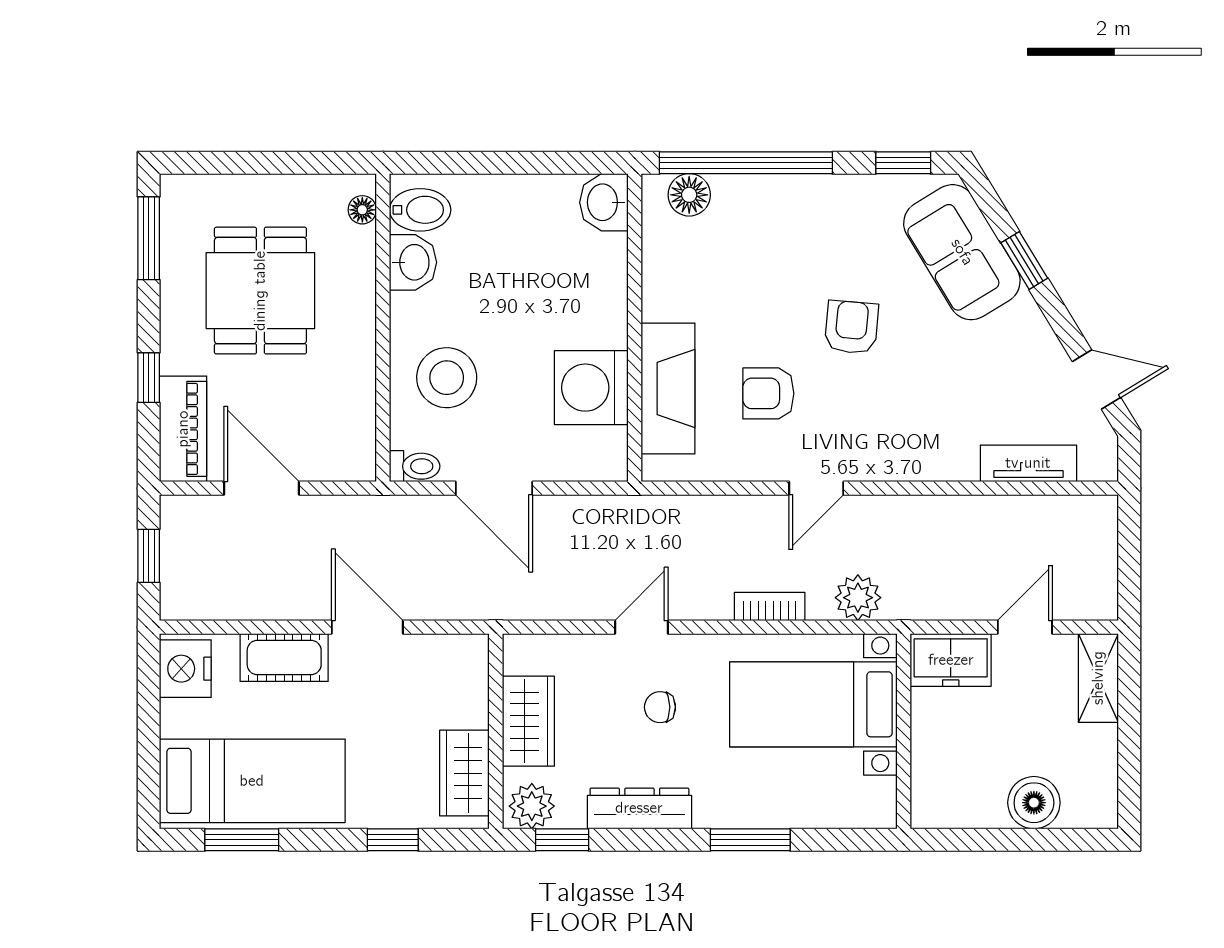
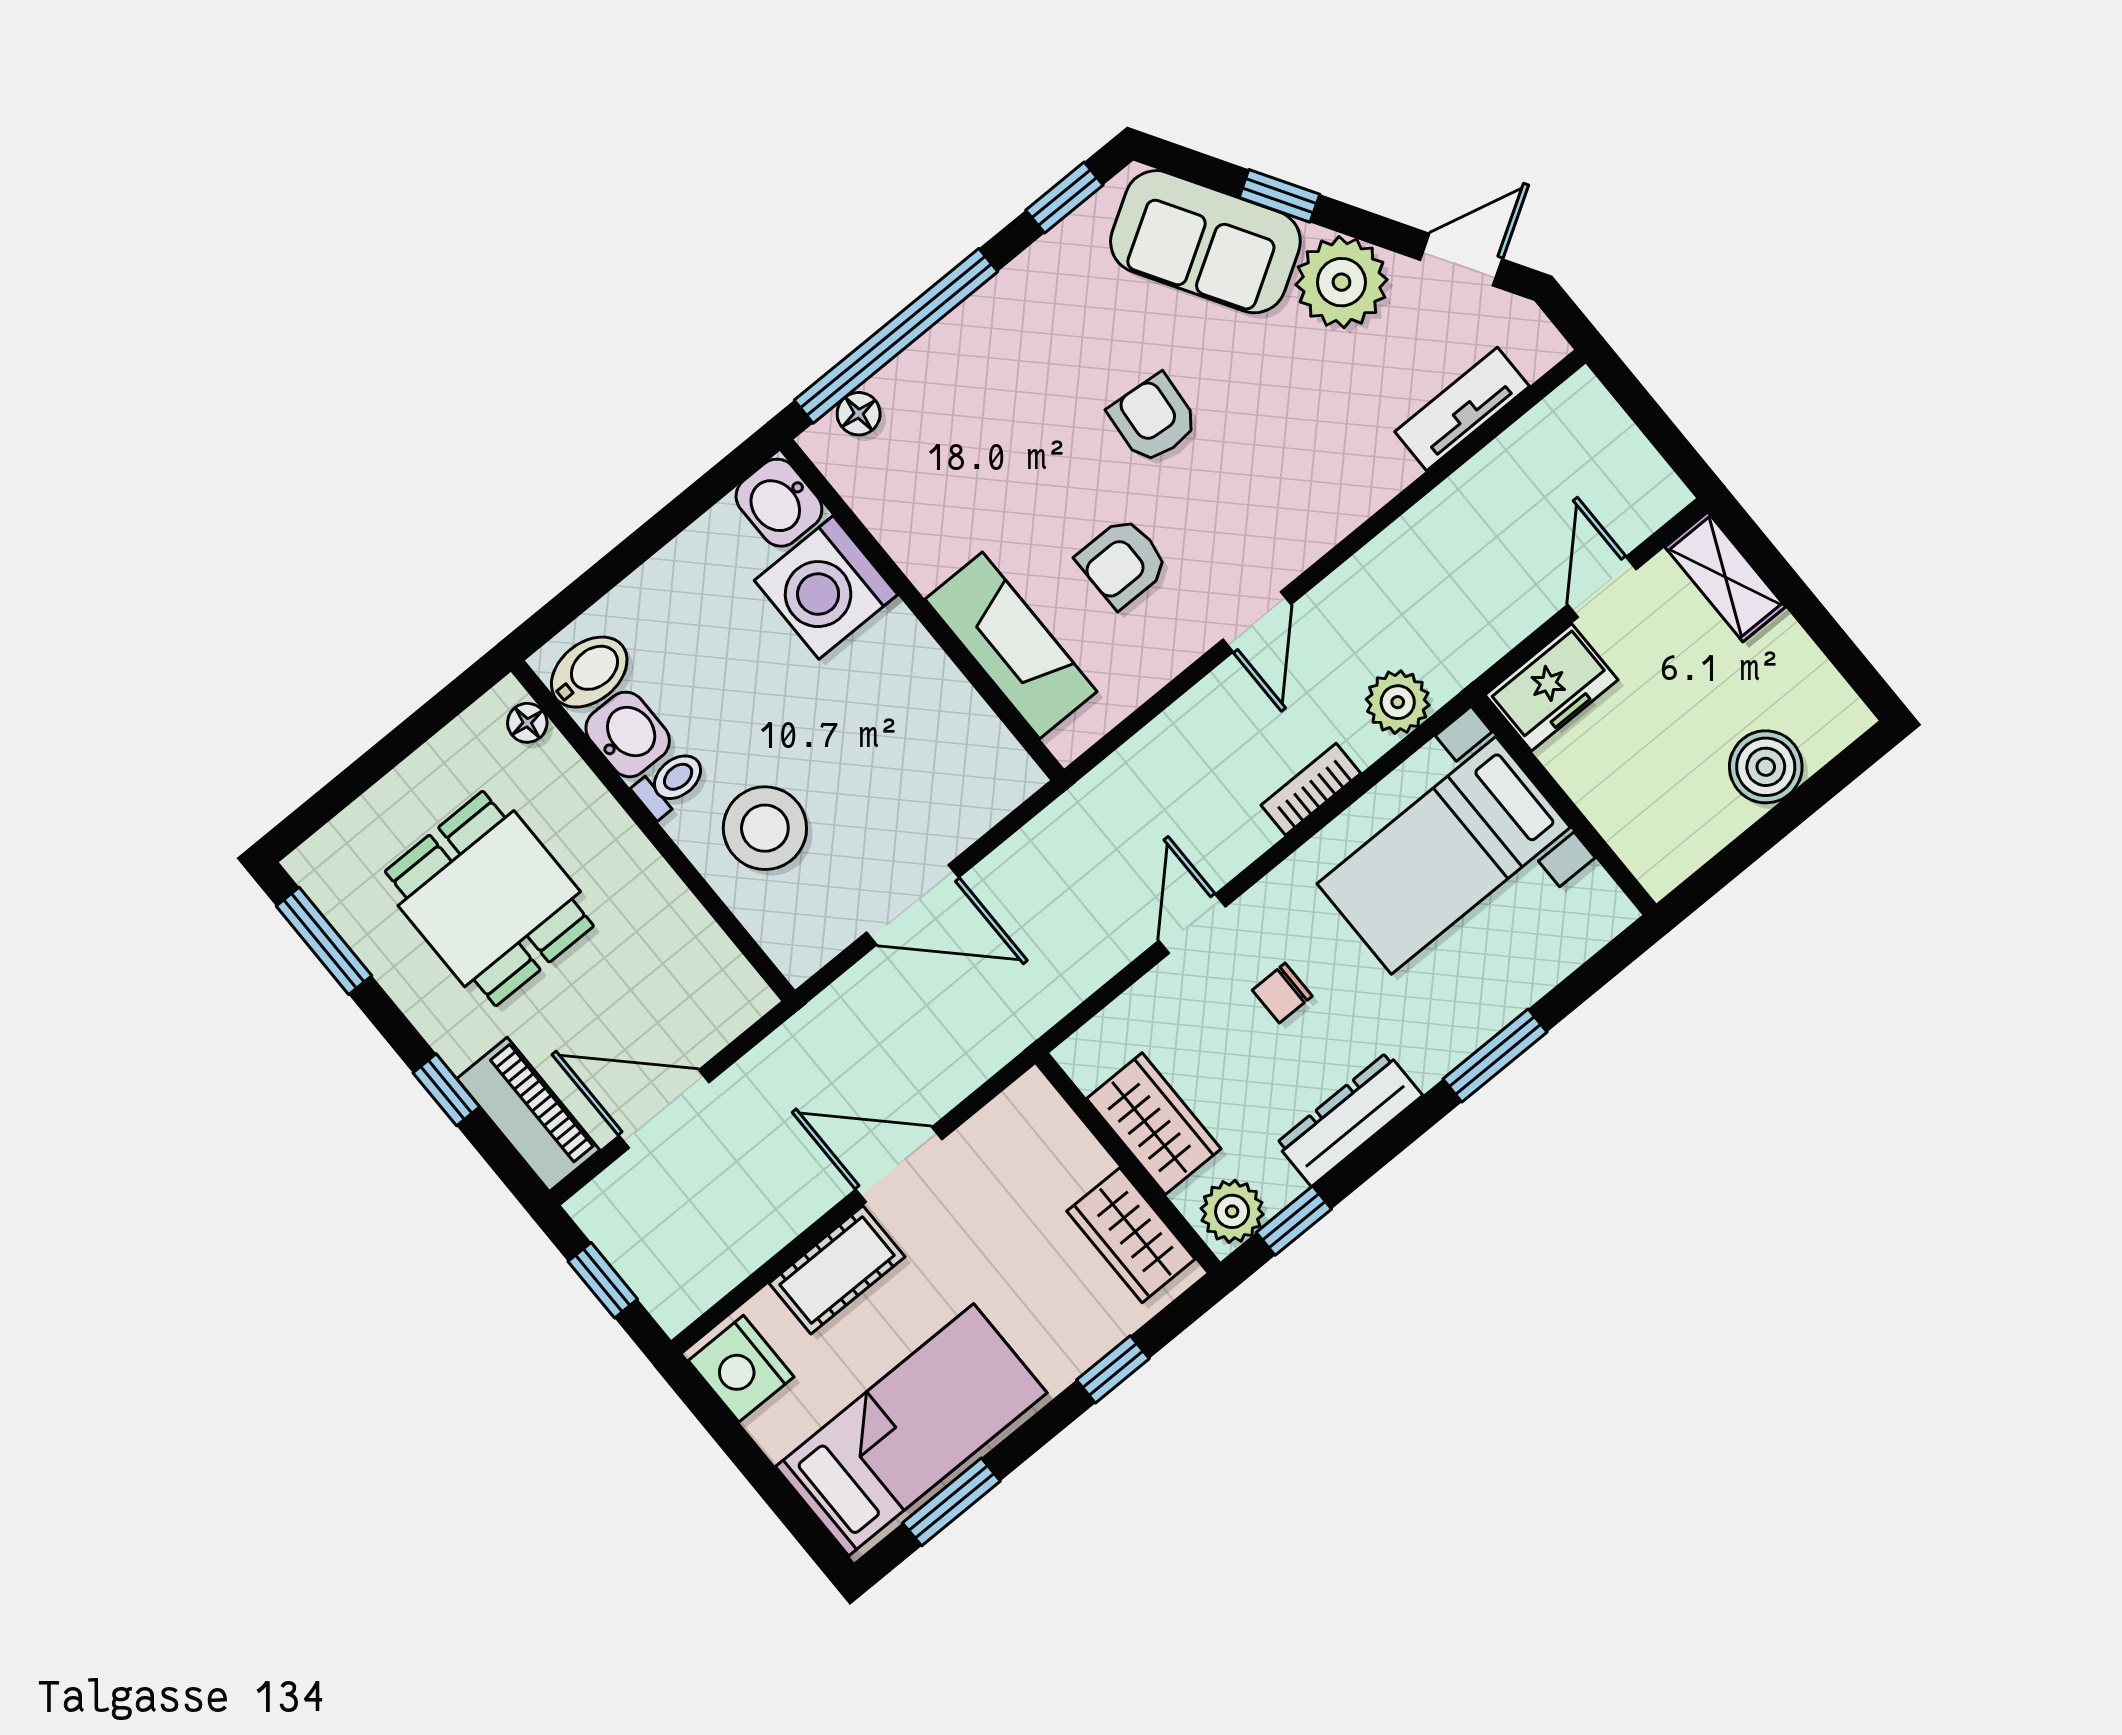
floor lamp: (689, 195) -> (859, 414), width x0.73, depth x0.73
plant: (1019, 337) -> (1341, 282), added
washing machine: (591, 388) -> (826, 588), moved
toilet: (415, 466) -> (670, 783), moved

